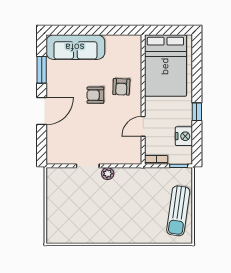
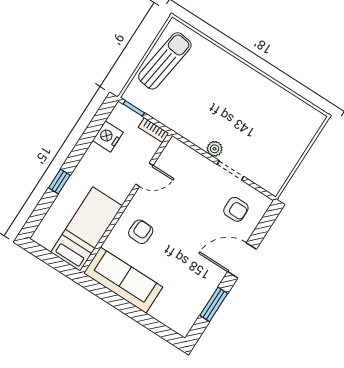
sofa: (75, 47) -> (123, 280), moved
bed: (165, 66) -> (87, 229), width x0.67
armchair: (95, 95) -> (236, 209), moved
window: (197, 112) -> (59, 181), moved

